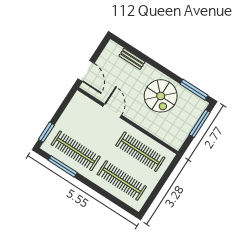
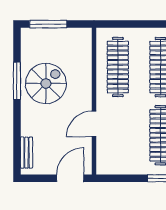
bench: (132, 59) -> (27, 153), moved
window: (194, 90) -> (17, 81), moved

